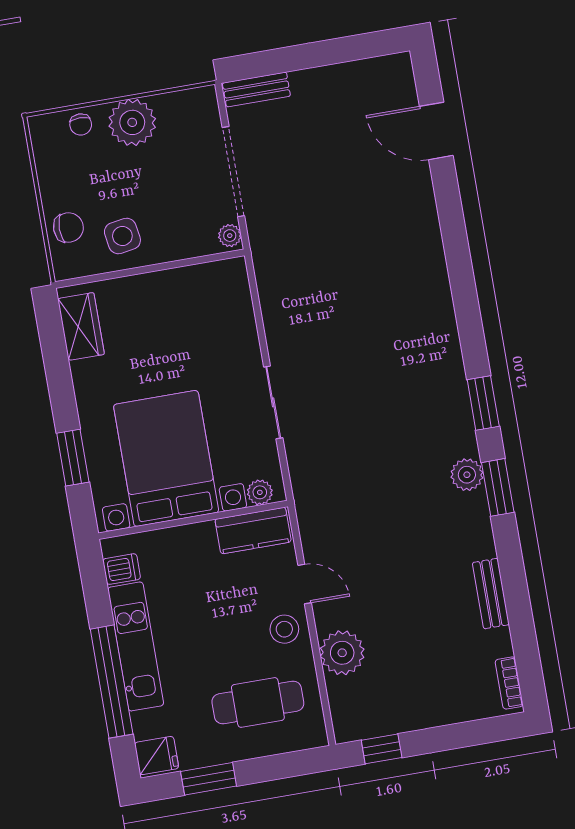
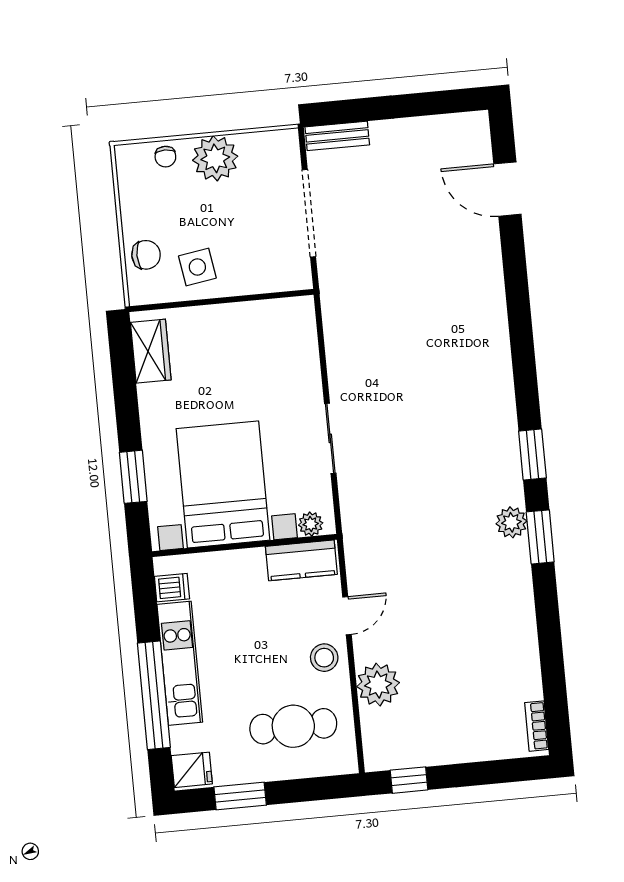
plant: (230, 236) -> (301, 275), removed
door: (305, 584) -> (347, 616), hinge flipped
bench: (491, 594) -> (526, 639), removed

